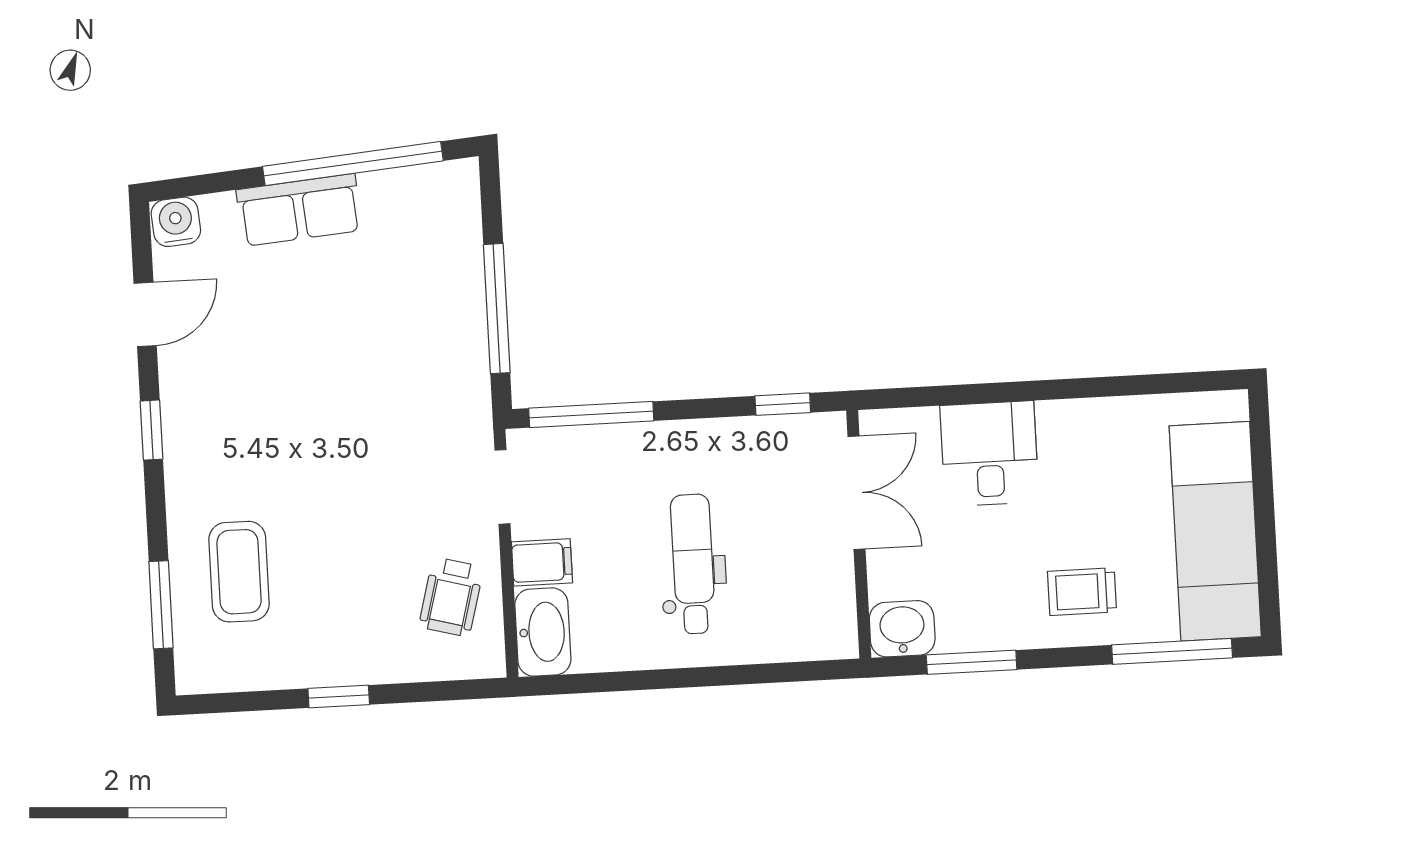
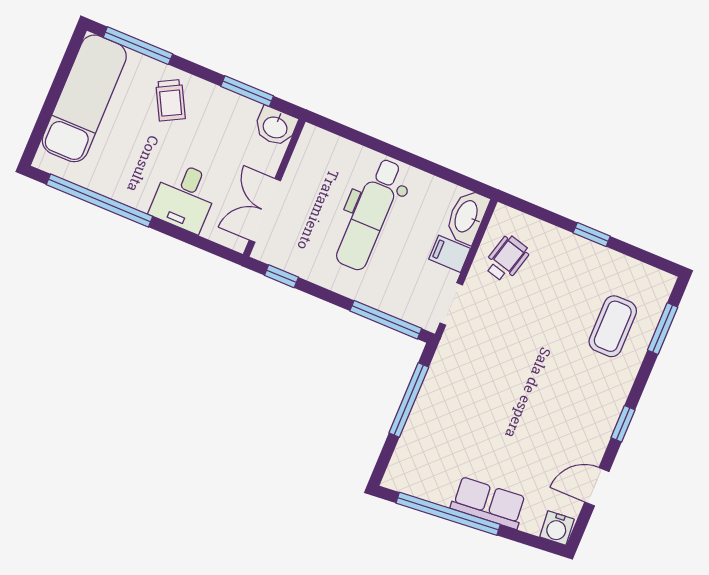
window: (1117, 386) -> (99, 201), added
dental chair: (693, 564) -> (370, 214), width x1.36, depth x1.38
trolley: (1082, 592) -> (170, 100), turned 62

